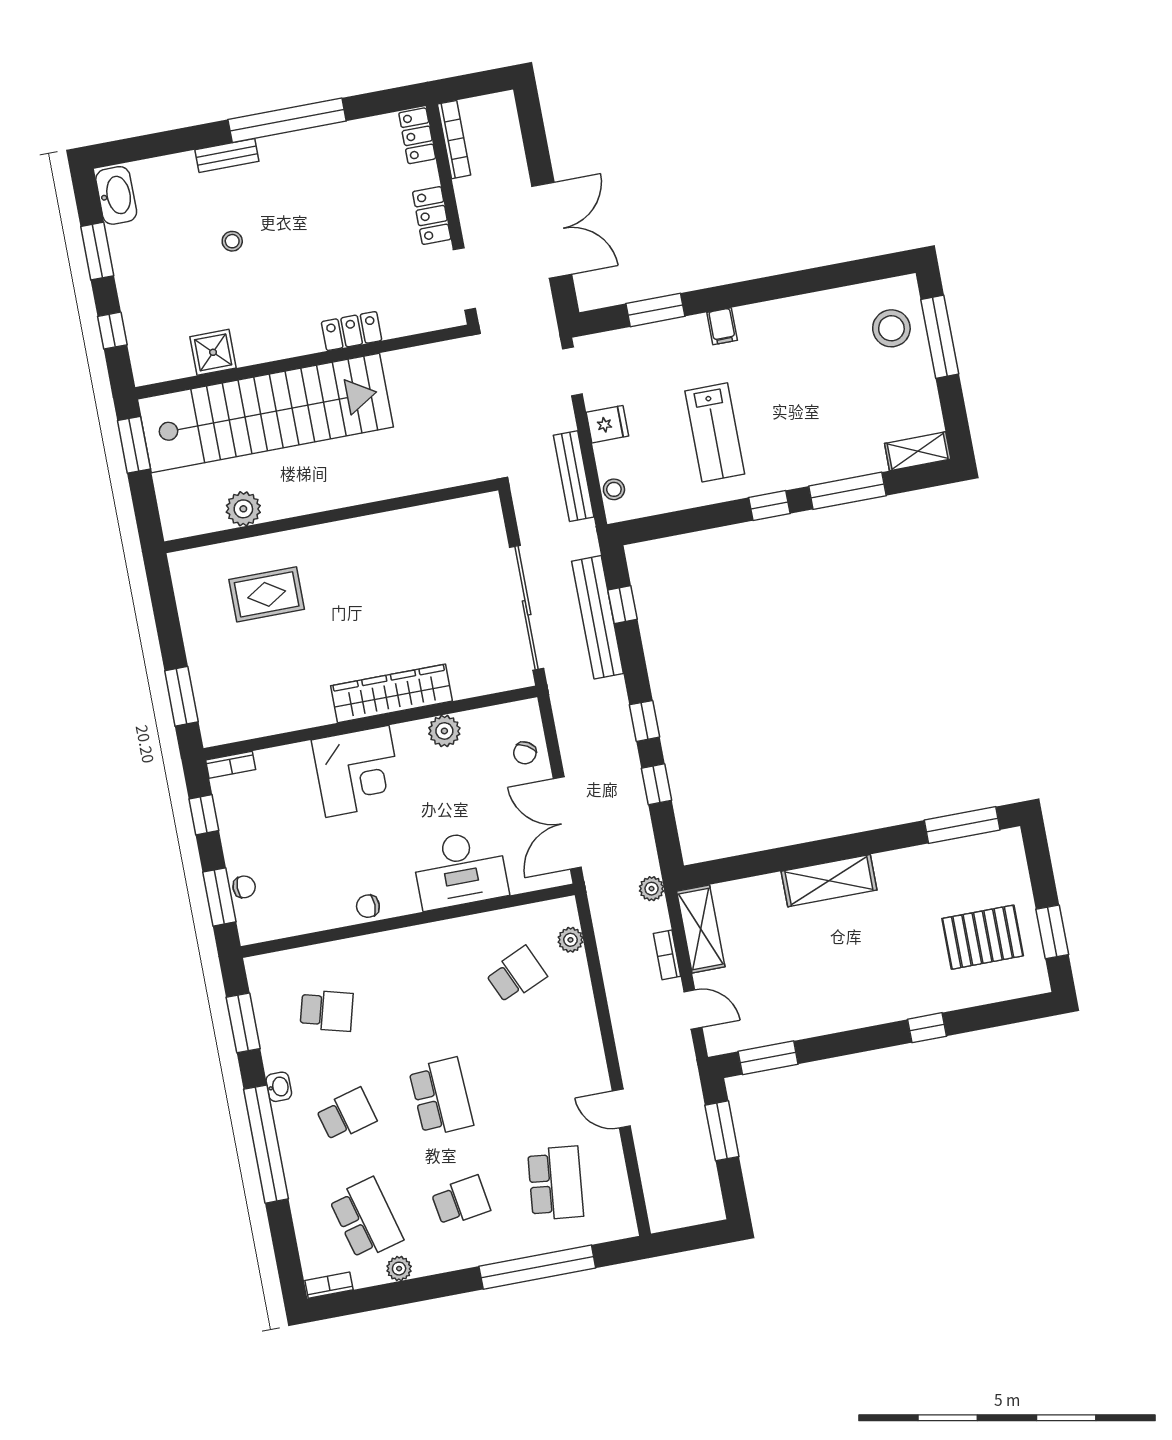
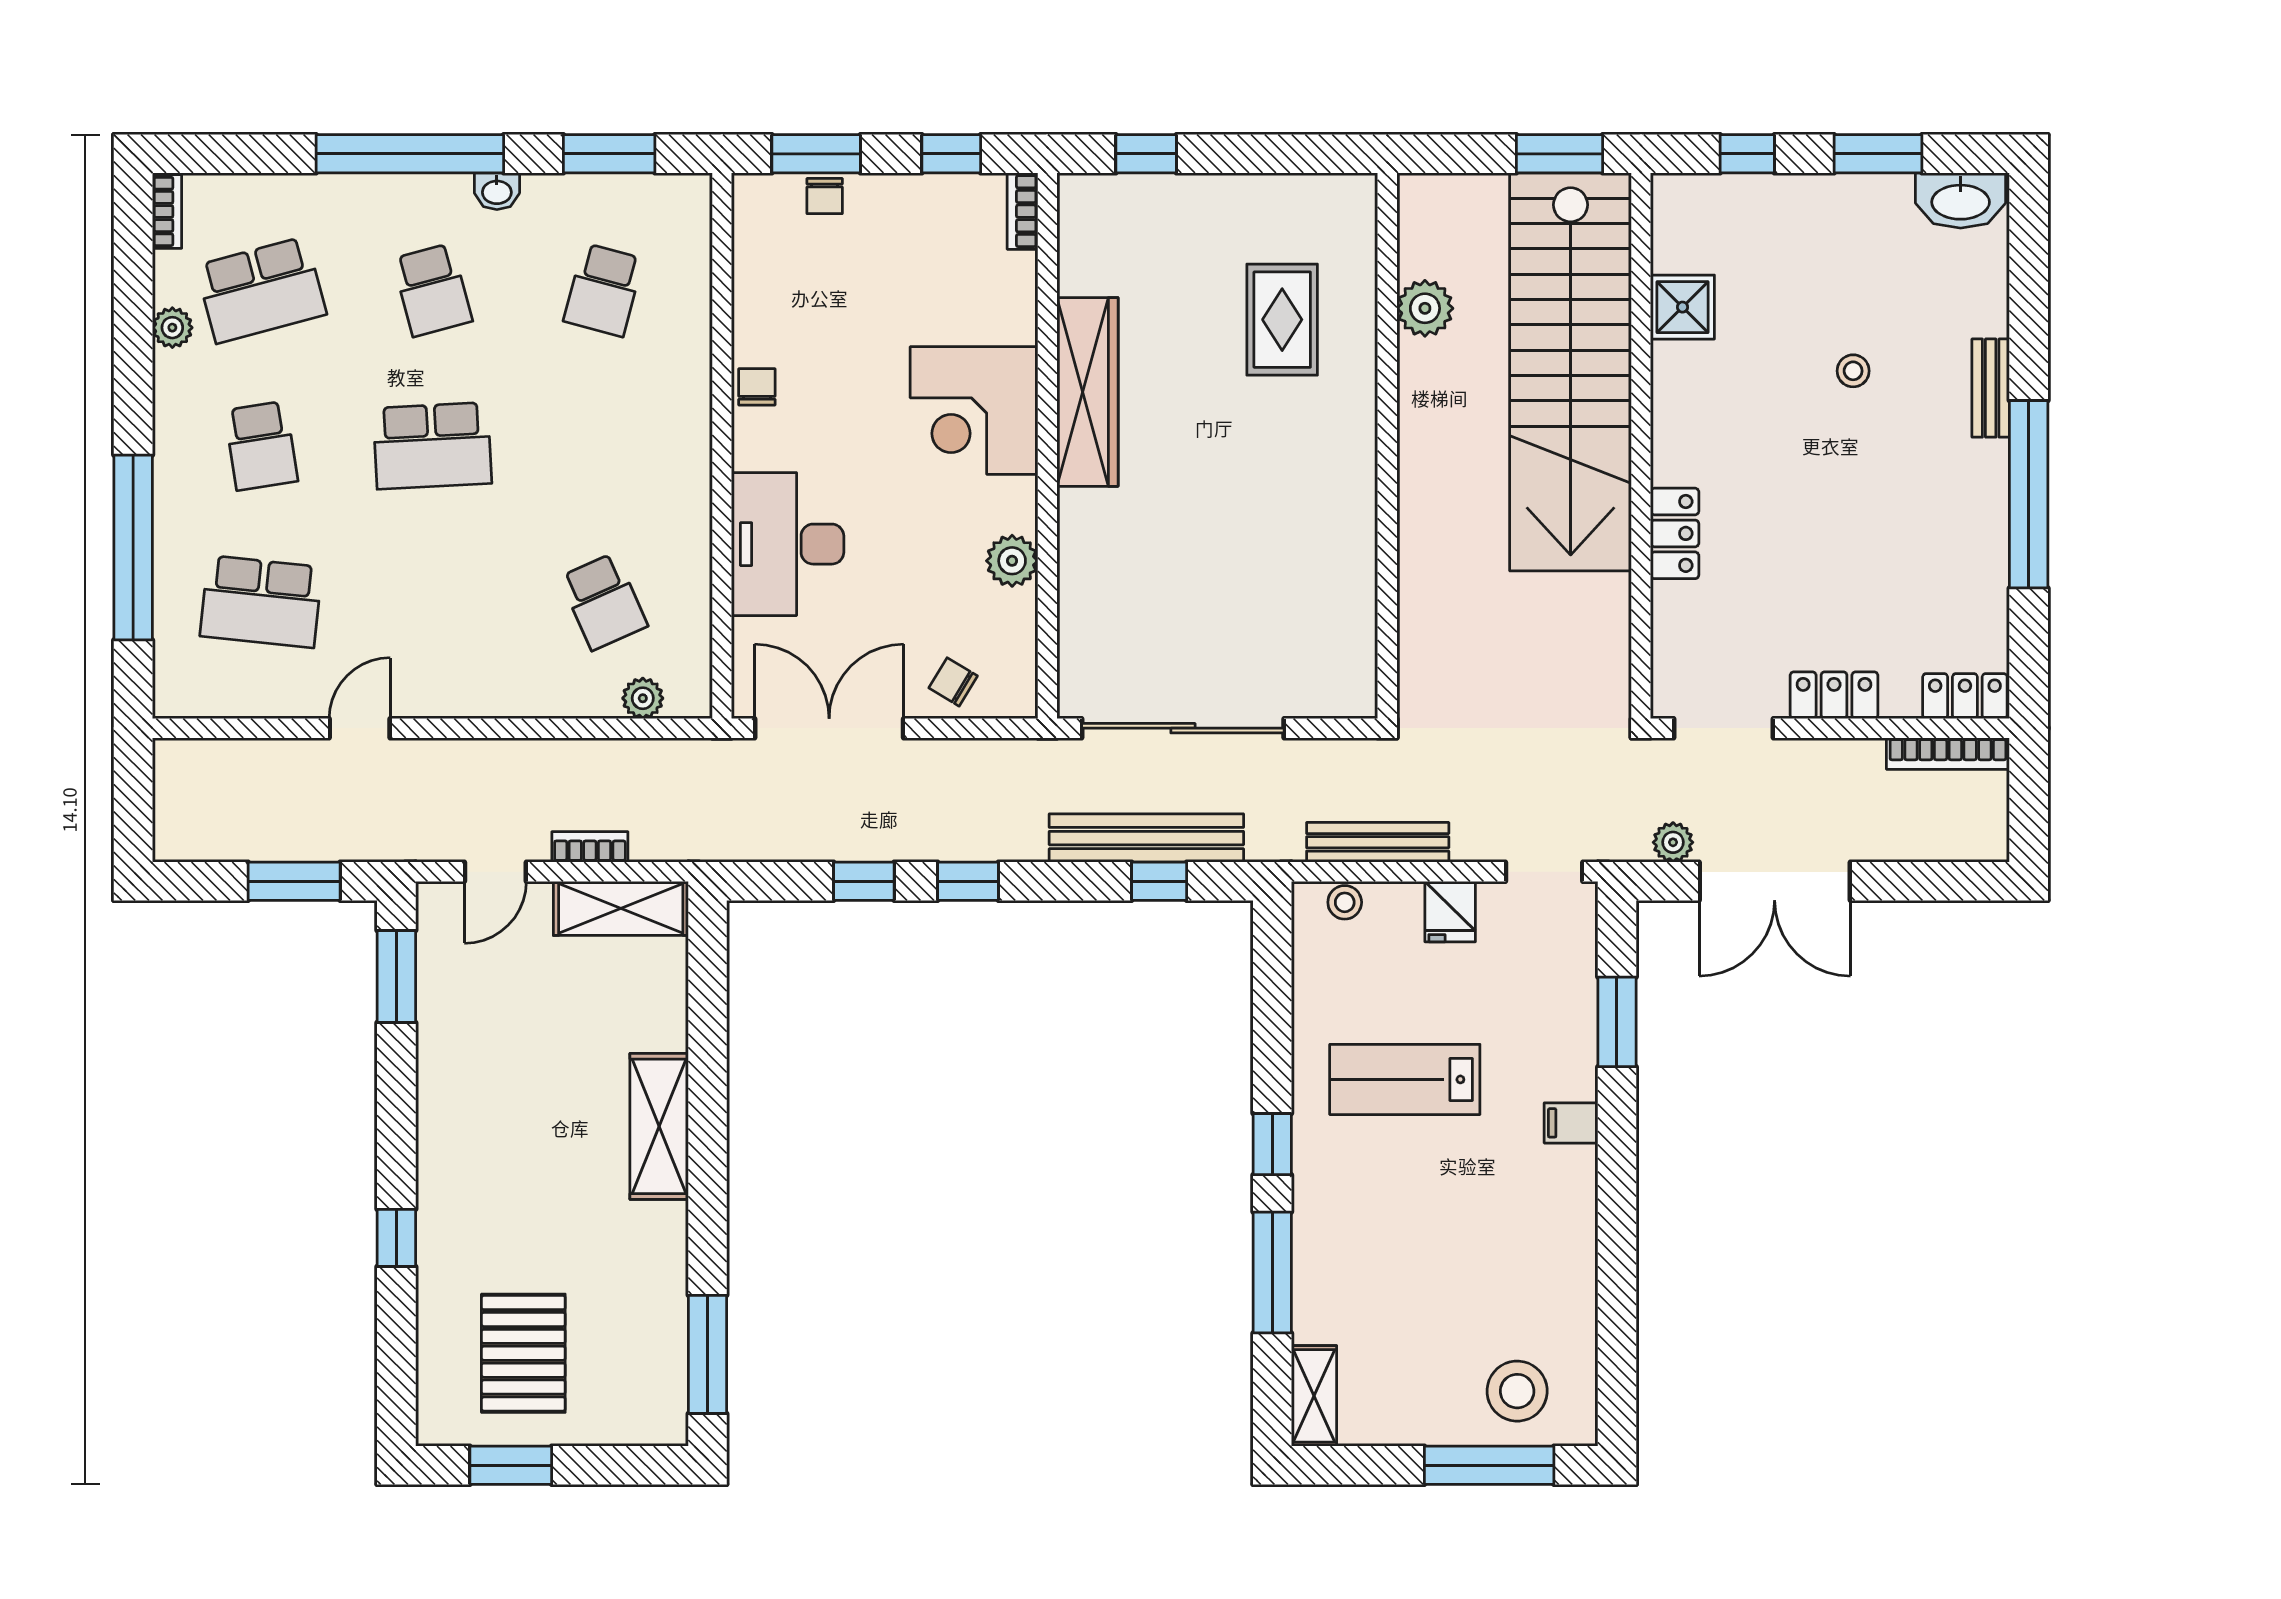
wardrobe: (392, 693) -> (1087, 392), moved
window: (181, 696) -> (1146, 154), width x0.67
plant: (652, 889) -> (1673, 842), moved

